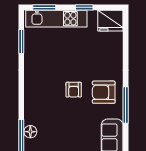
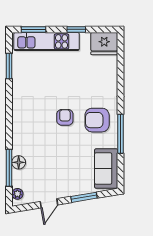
armchair: (74, 90) -> (65, 117), turned 180

